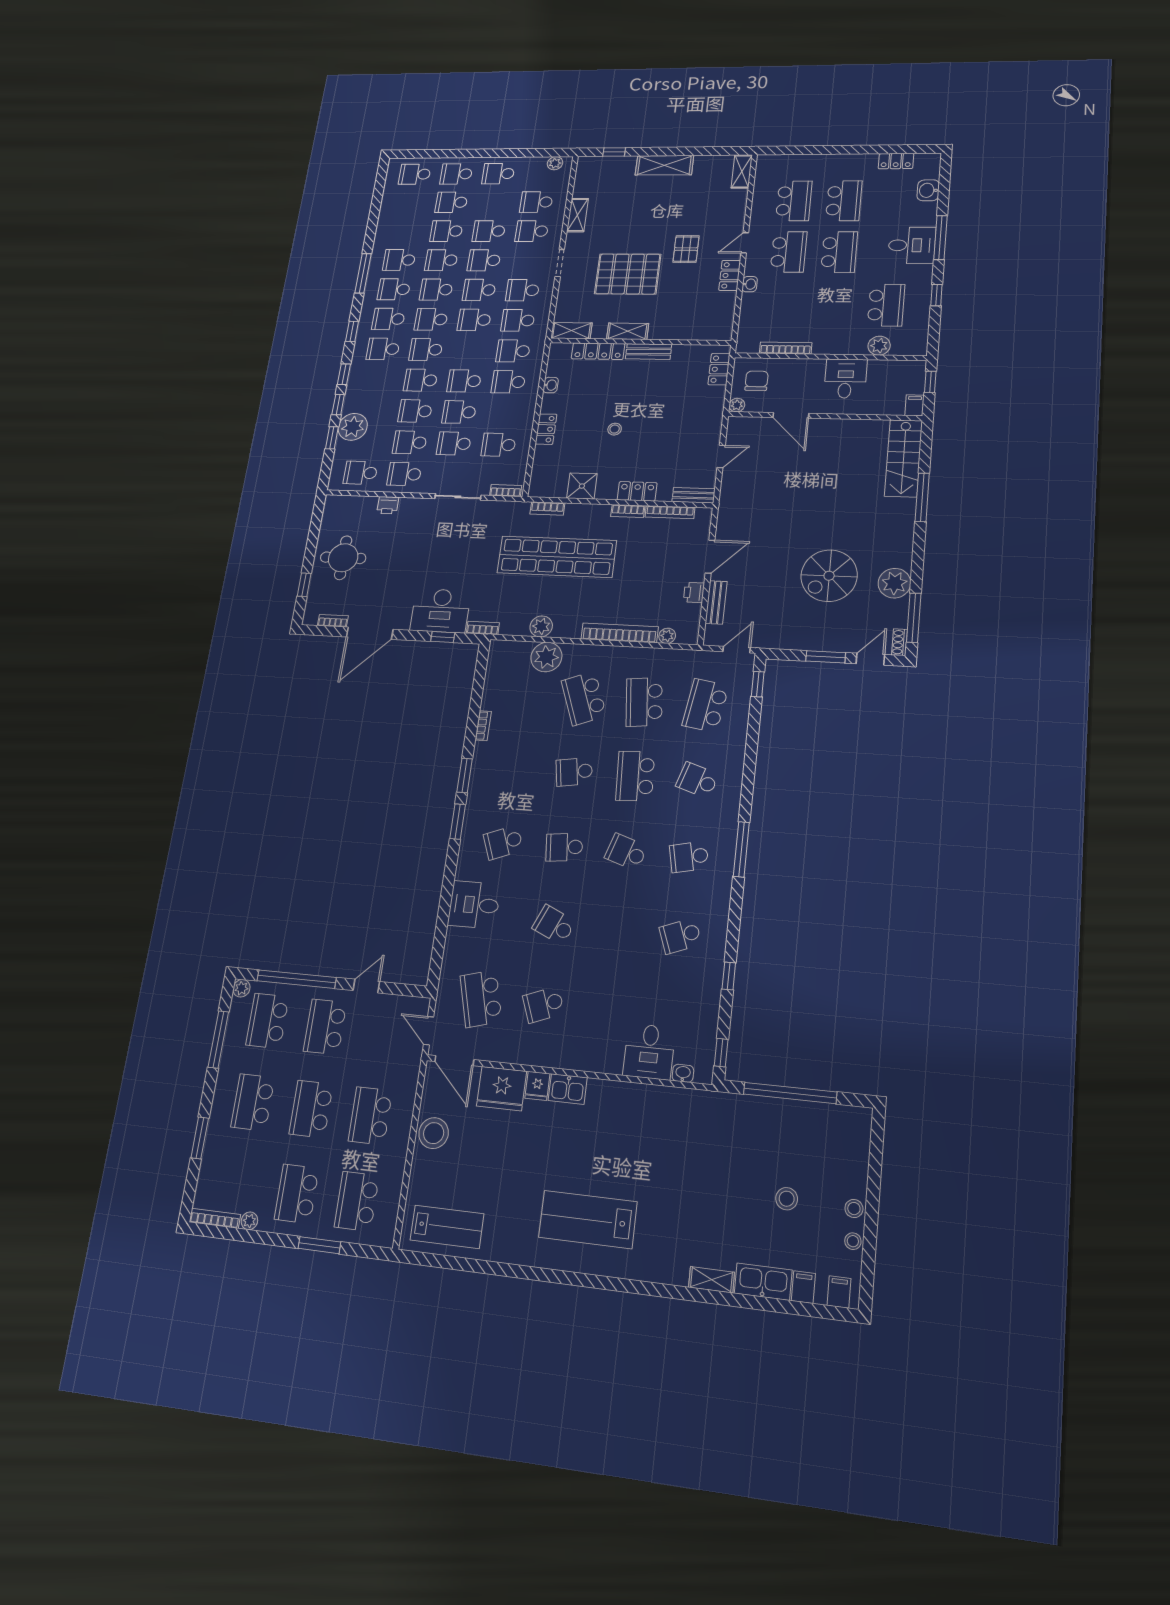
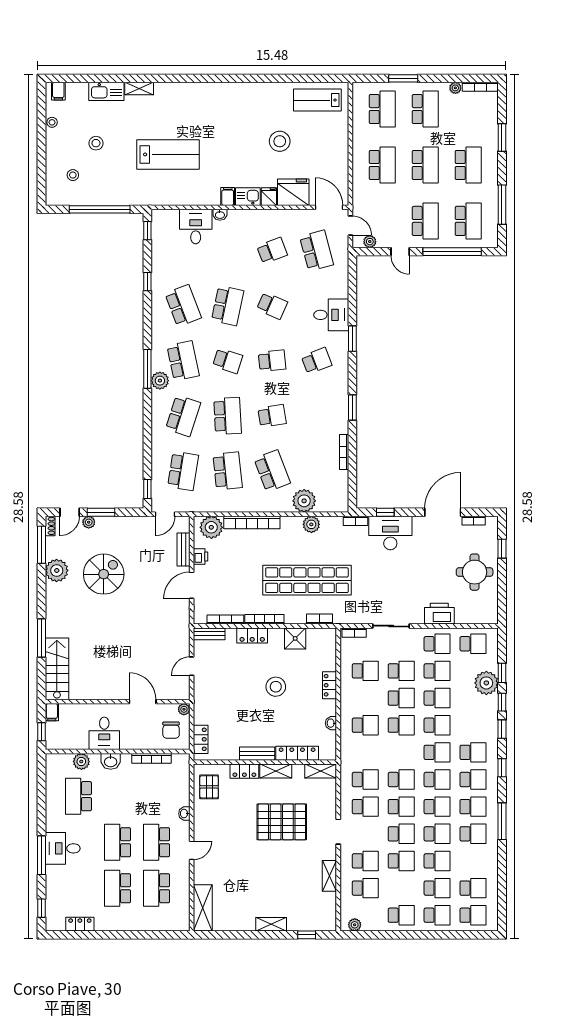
shelving: (664, 165) -> (271, 924), width x0.67, depth x0.75
shelving: (742, 171) -> (203, 908), width x1.50, depth x1.33
washbasin: (928, 190) -> (111, 761), moved, turned 90
pallet: (686, 249) -> (209, 787), moved
locker: (730, 275) -> (244, 771), moved, turned 90
window: (936, 295) -> (42, 908), moved
school desk: (513, 351) -> (473, 888), moved
stool: (615, 429) -> (276, 687), width x1.89, depth x1.89
printer: (388, 505) -> (439, 614), width x1.87, depth x1.48
bookcase: (628, 511) -> (264, 619), width x1.56
plant: (667, 636) -> (211, 527), width x1.88, depth x1.88
plant: (844, 644) -> (89, 522), added
bookcase: (483, 726) -> (344, 452), width x1.56
school desk: (697, 780) -> (183, 416), width x1.85
window: (458, 822) -> (352, 339), moved
plant: (725, 831) -> (160, 381), added
school desk: (689, 857) -> (183, 361), width x1.85
school desk: (617, 930) -> (228, 306), added
school desk: (680, 936) -> (183, 306), width x1.85
door: (366, 986) -> (400, 252), hinge flipped
plant: (241, 988) -> (370, 242), moved
washbasin: (683, 1073) -> (220, 215), moved
stool: (434, 1133) -> (280, 141), moved
stool: (854, 1209) -> (73, 175), moved
lab bench: (588, 1220) -> (168, 154), moved
filing cabinet: (803, 1287) -> (228, 196), moved, turned 180

